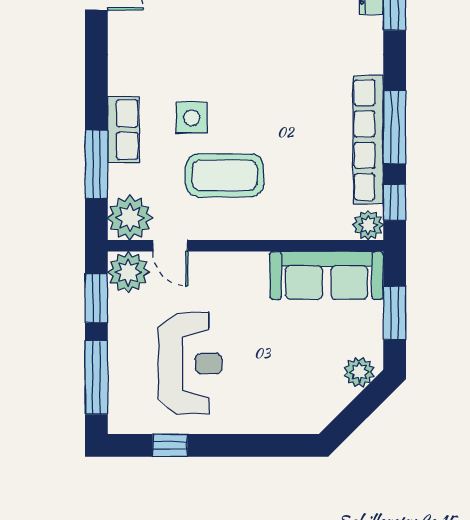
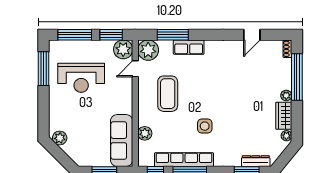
side table: (192, 118) -> (205, 126), moved
plant: (368, 225) -> (145, 133), moved
plant: (359, 372) -> (60, 138), moved
window: (170, 445) -> (43, 69), width x2.17

